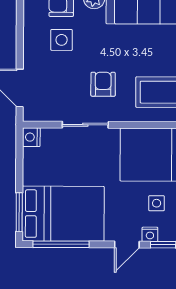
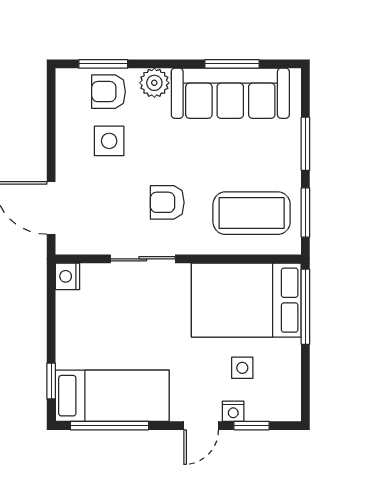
armchair: (103, 84) -> (167, 202), turned -90
window: (19, 212) -> (51, 381), width x0.67
bed: (63, 214) -> (112, 396), width x0.67

